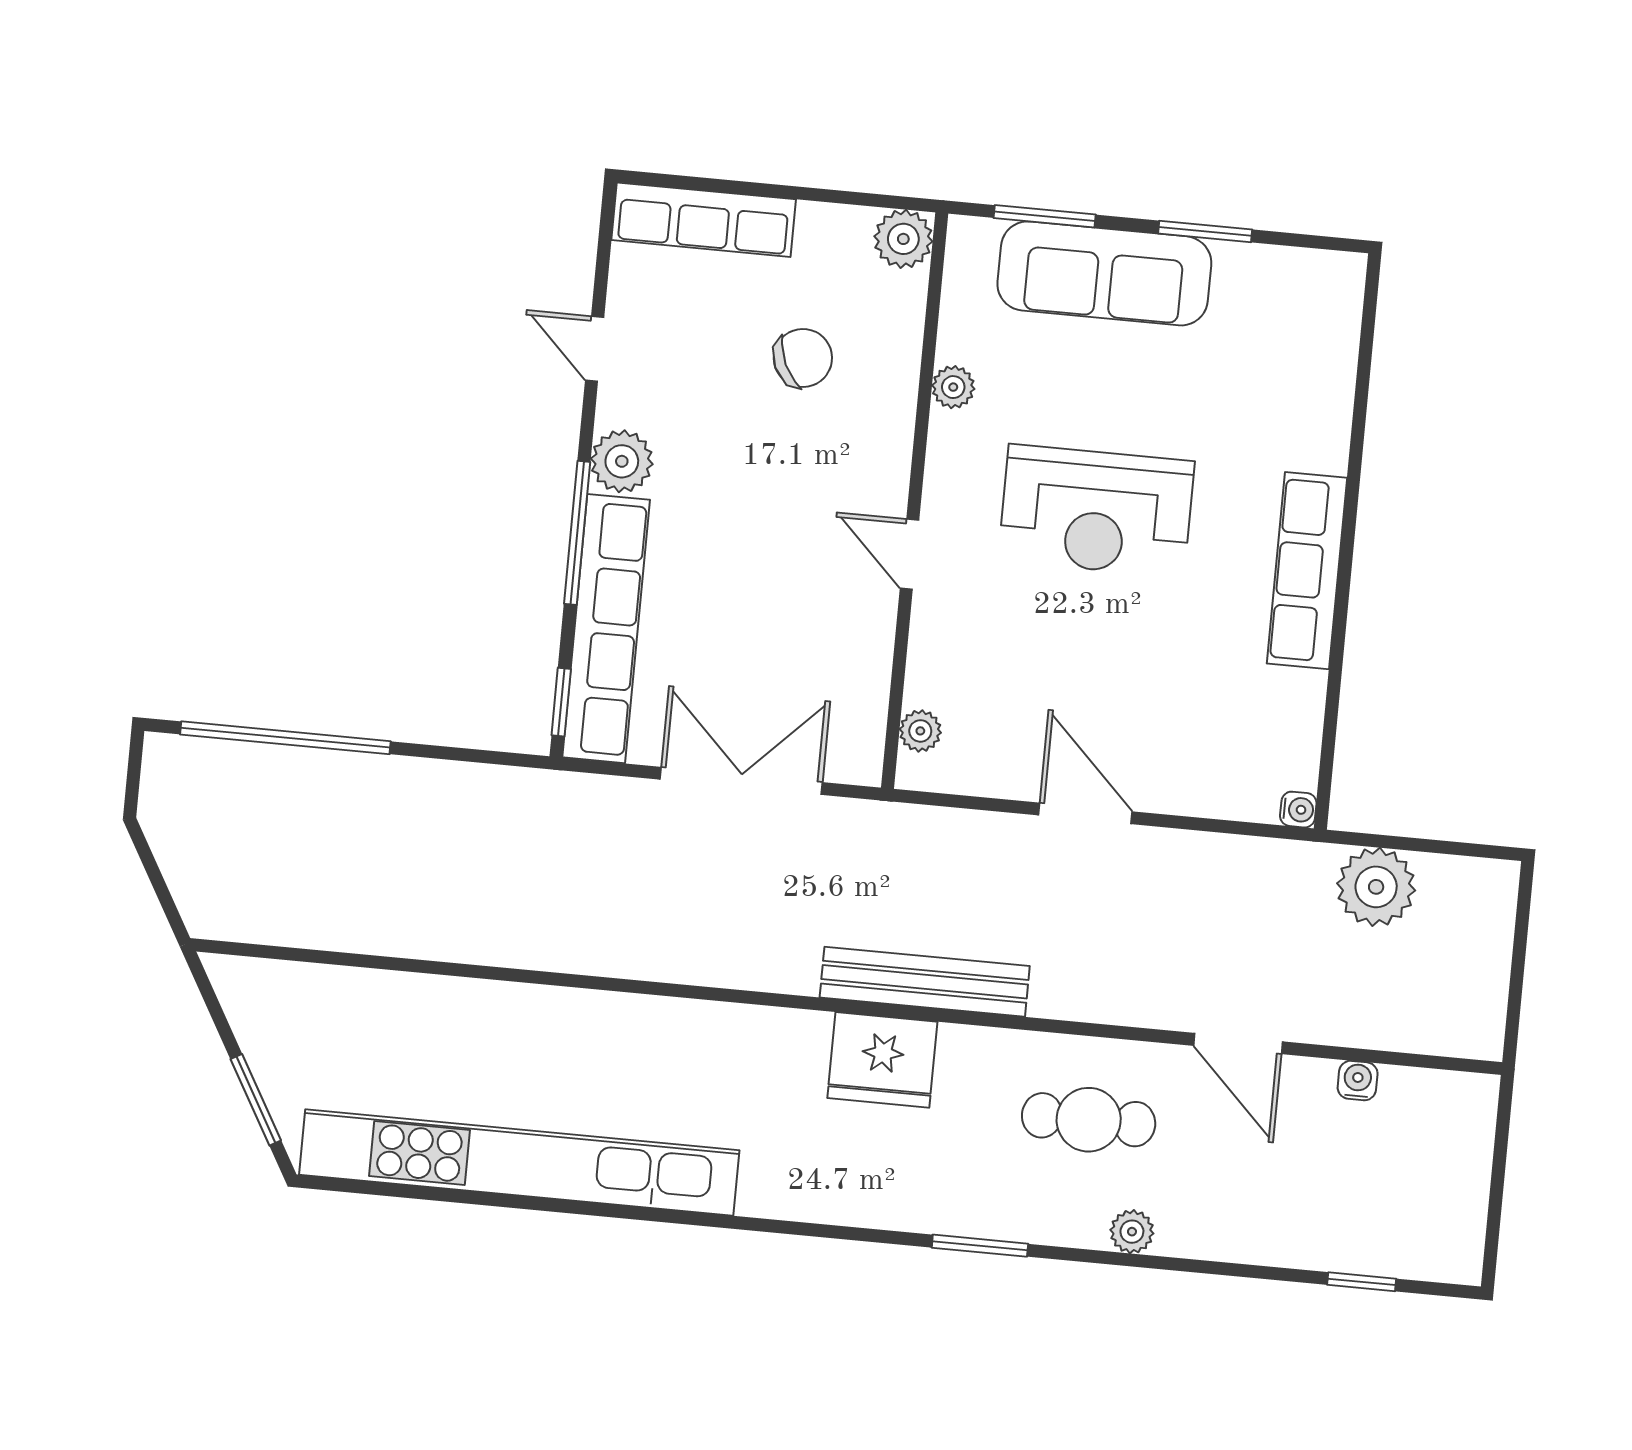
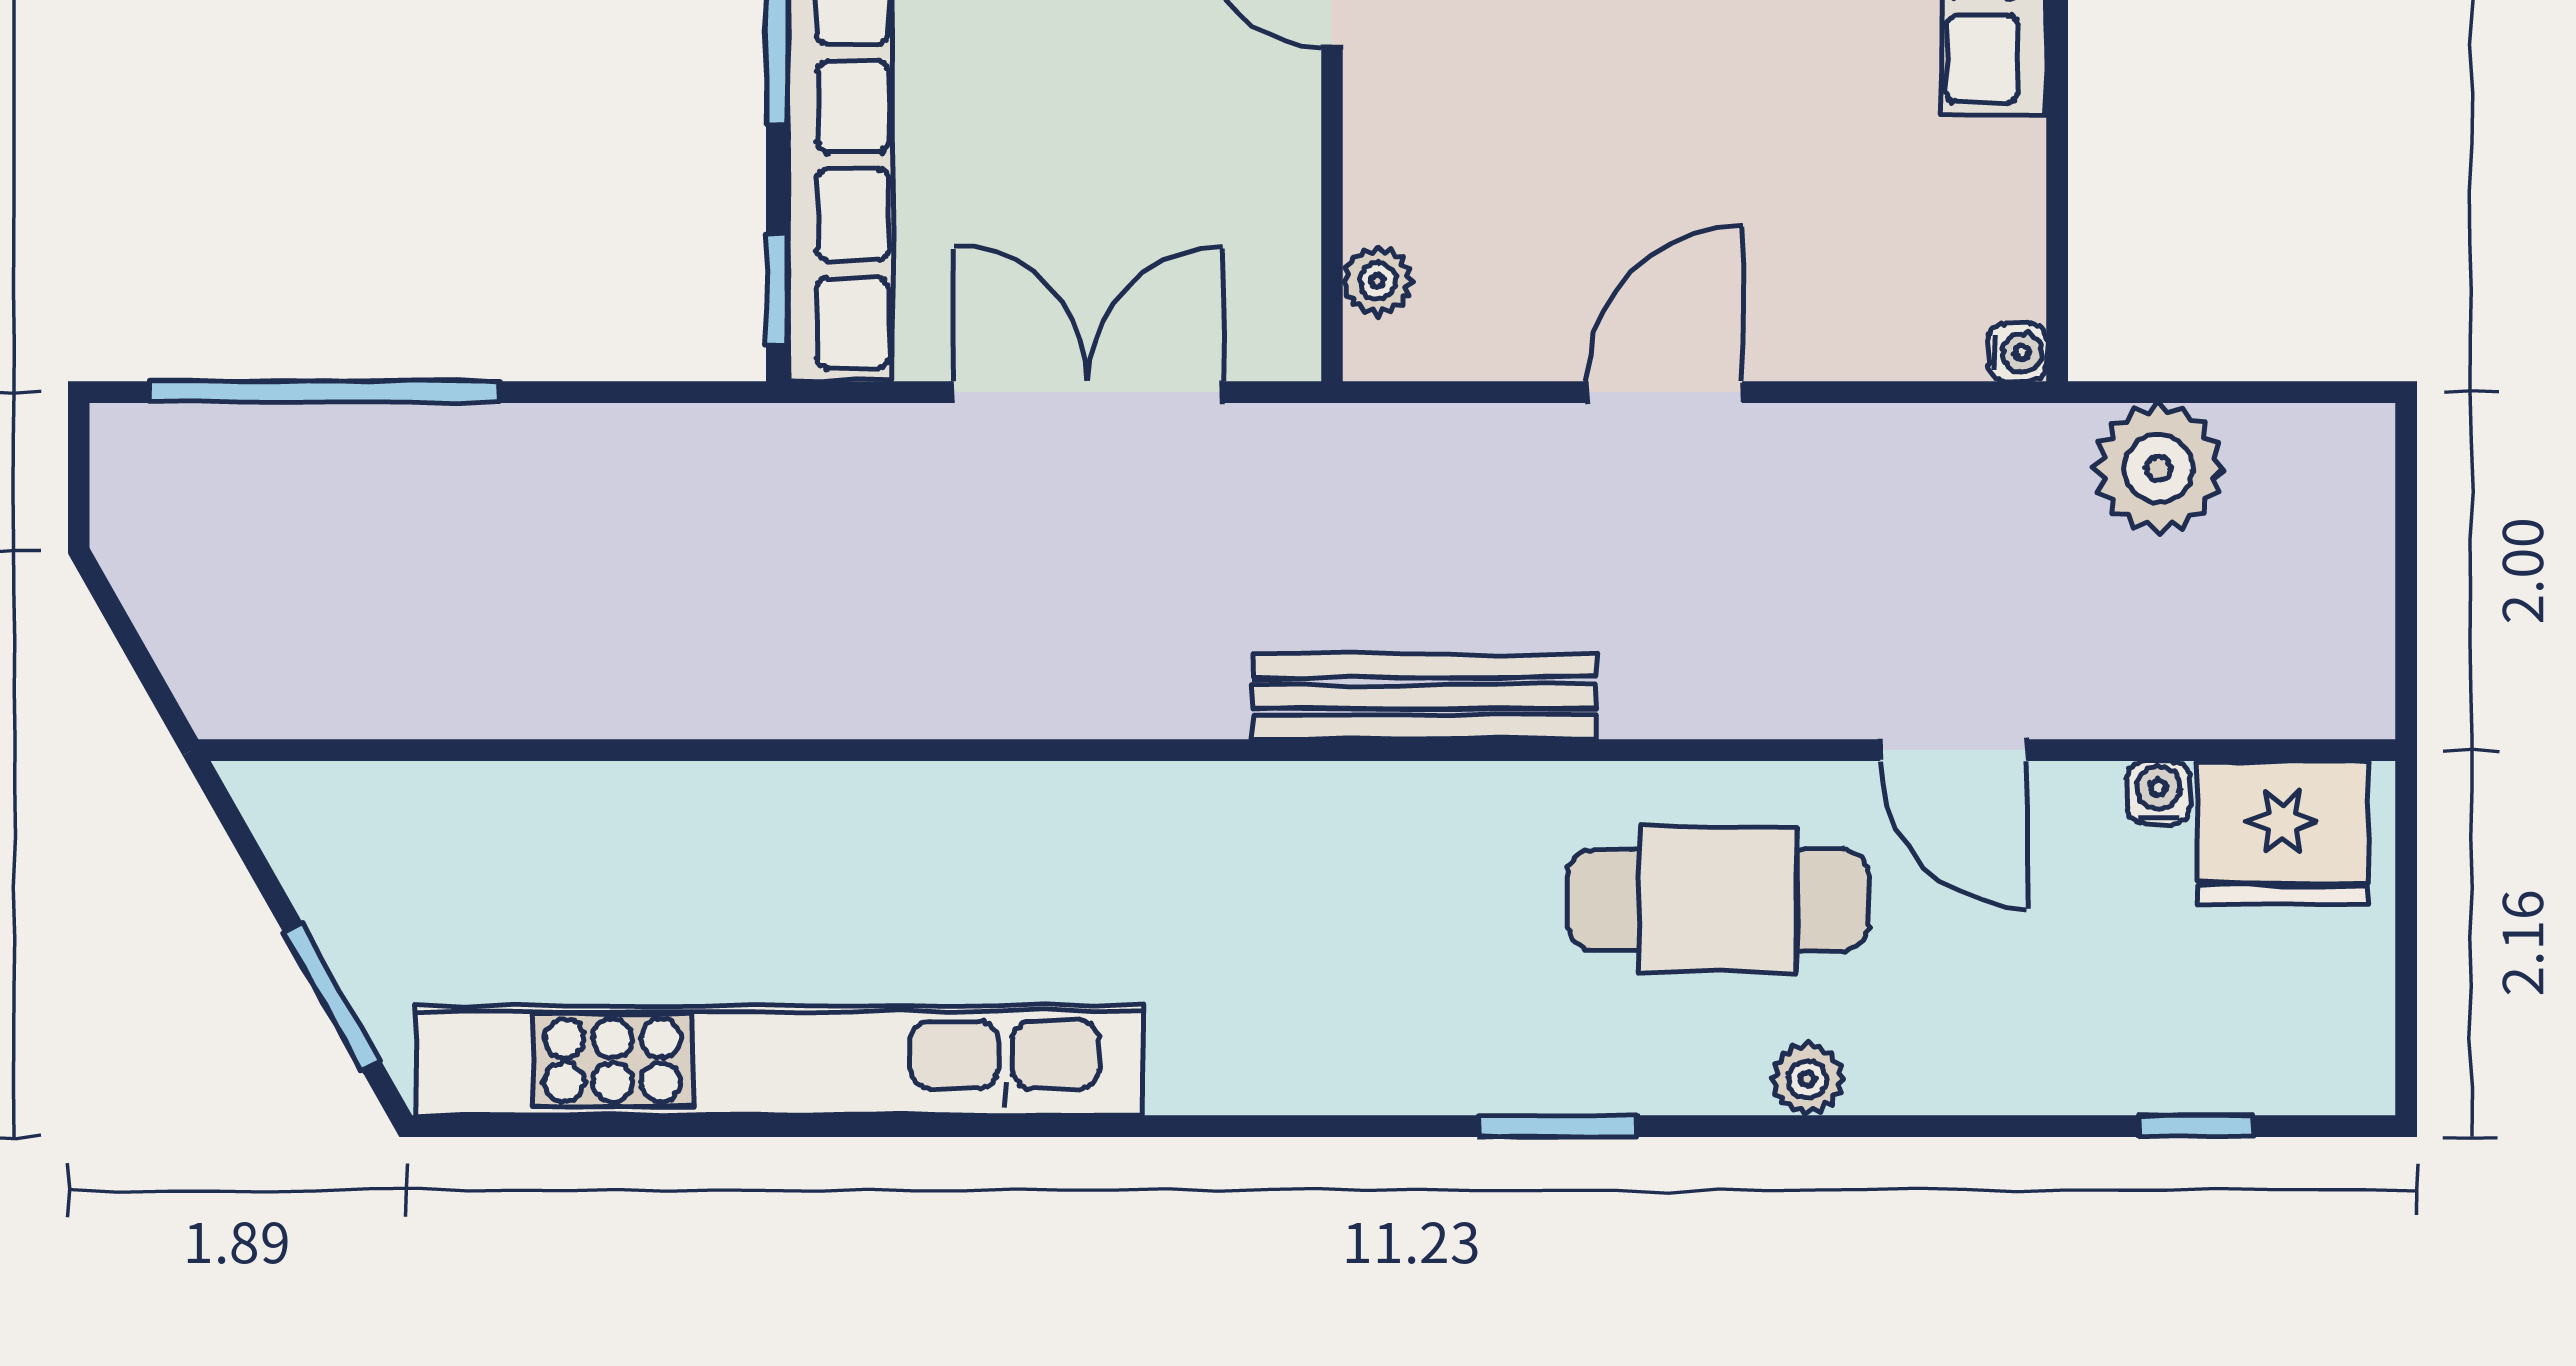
door: (1085, 813) -> (1664, 392), hinge flipped
fridge: (882, 1060) -> (2282, 833), moved
cafe table: (1089, 1120) -> (1718, 900), width x1.37, depth x1.35

